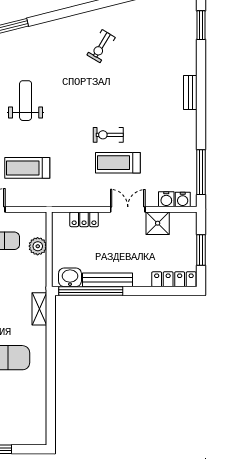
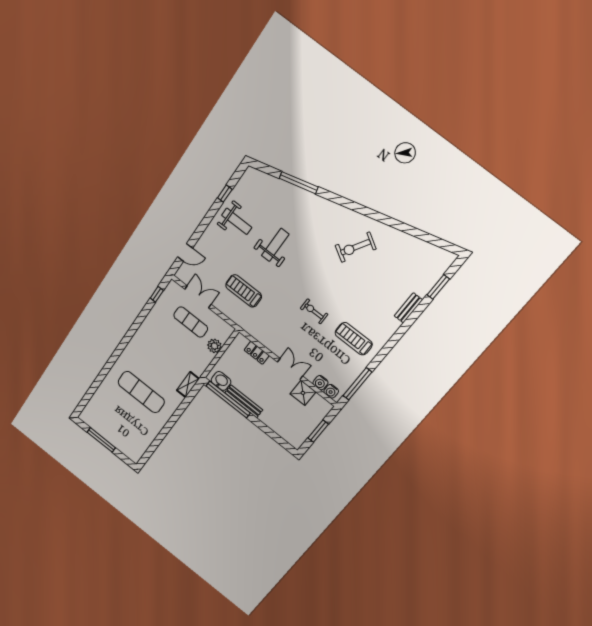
exercise bike: (101, 46) -> (356, 247), width x1.38, depth x1.39
bench: (190, 93) -> (408, 308), moved
treadmill: (118, 163) -> (354, 339), moved
locker: (174, 279) -> (286, 434), removed

